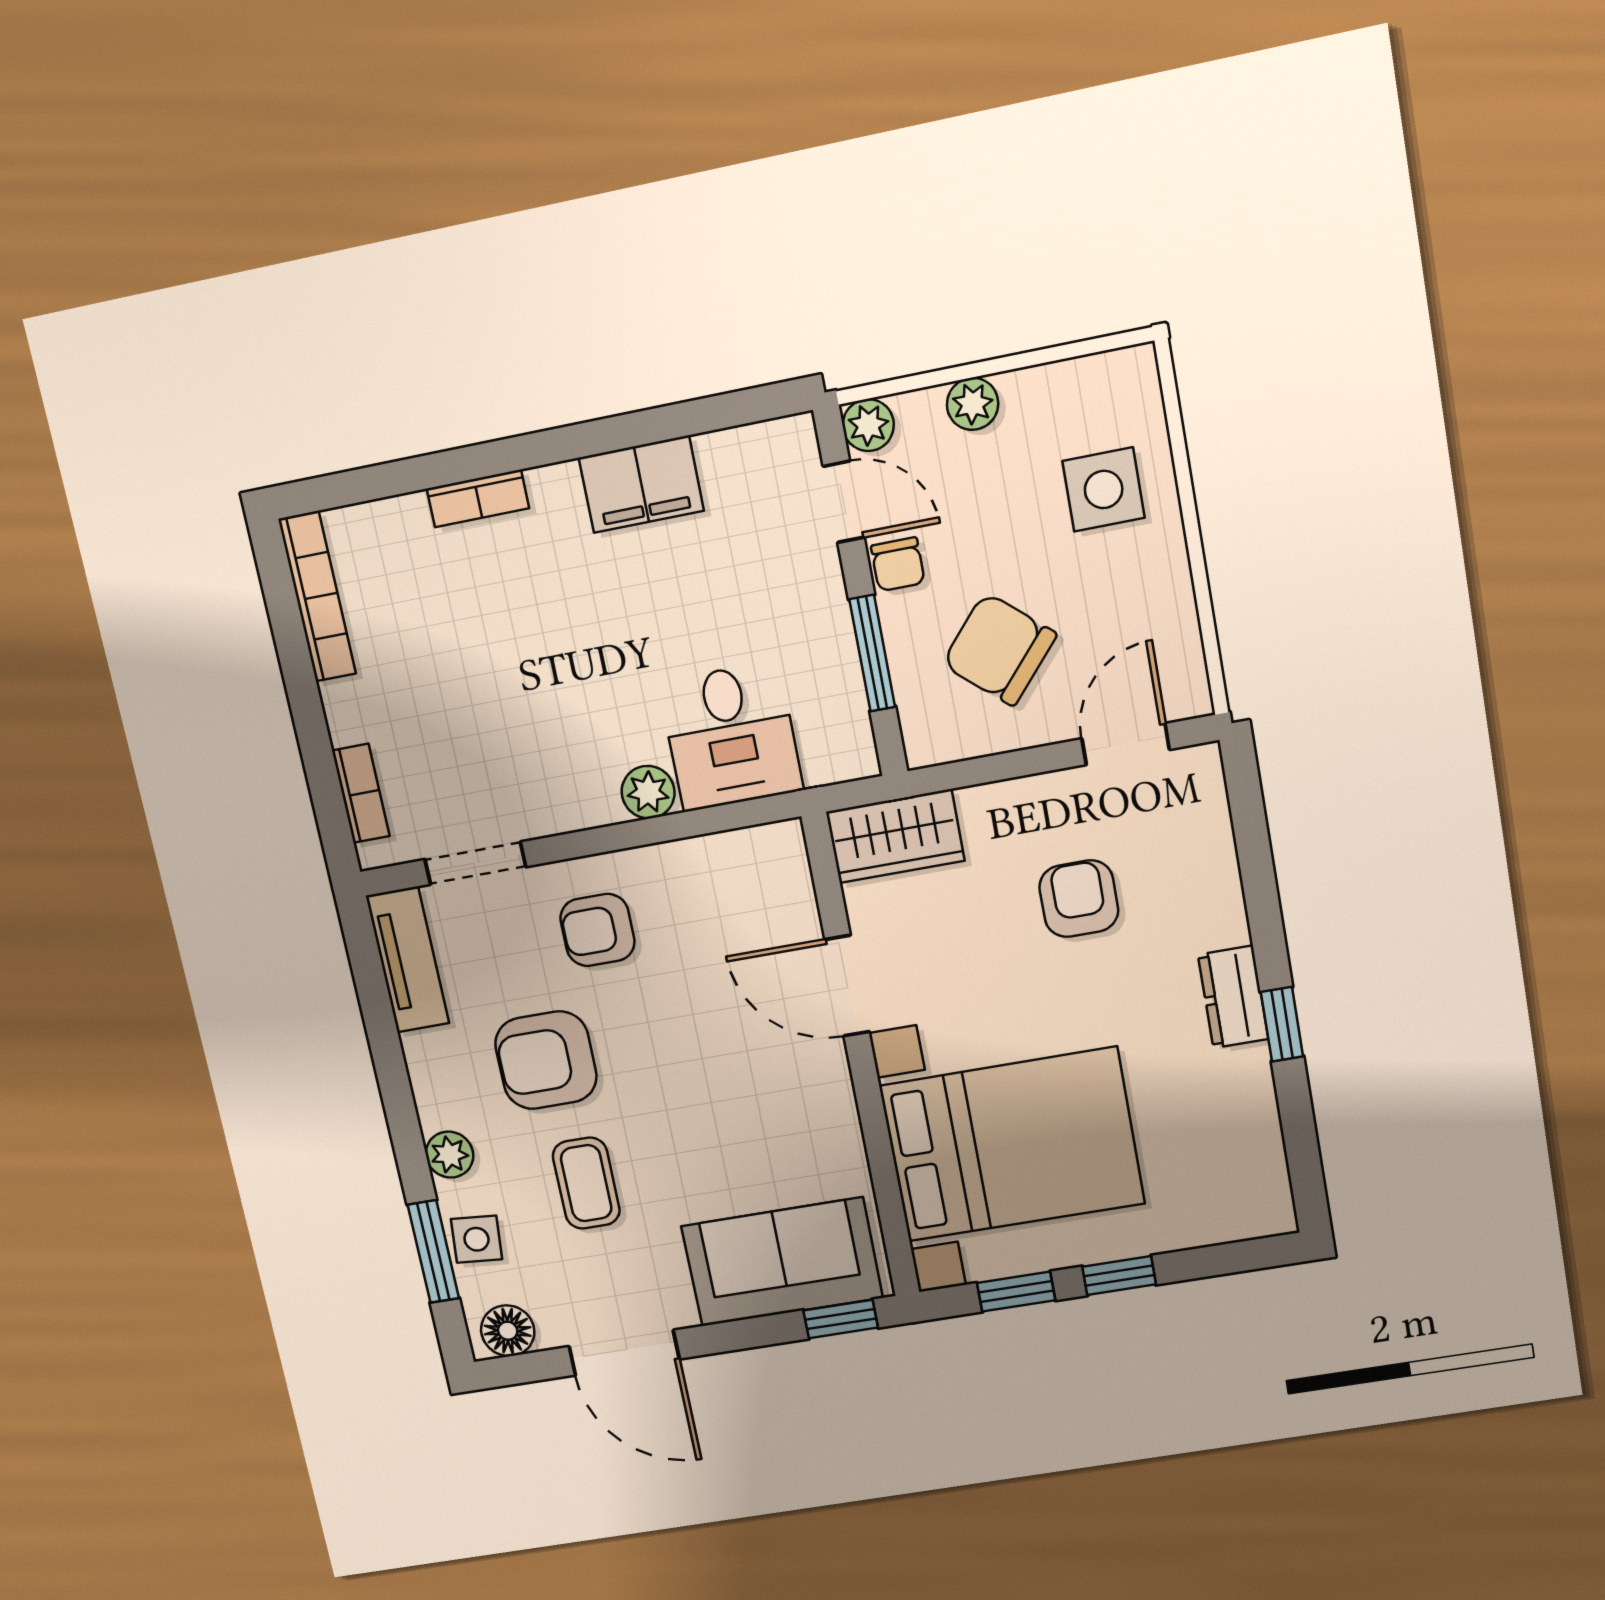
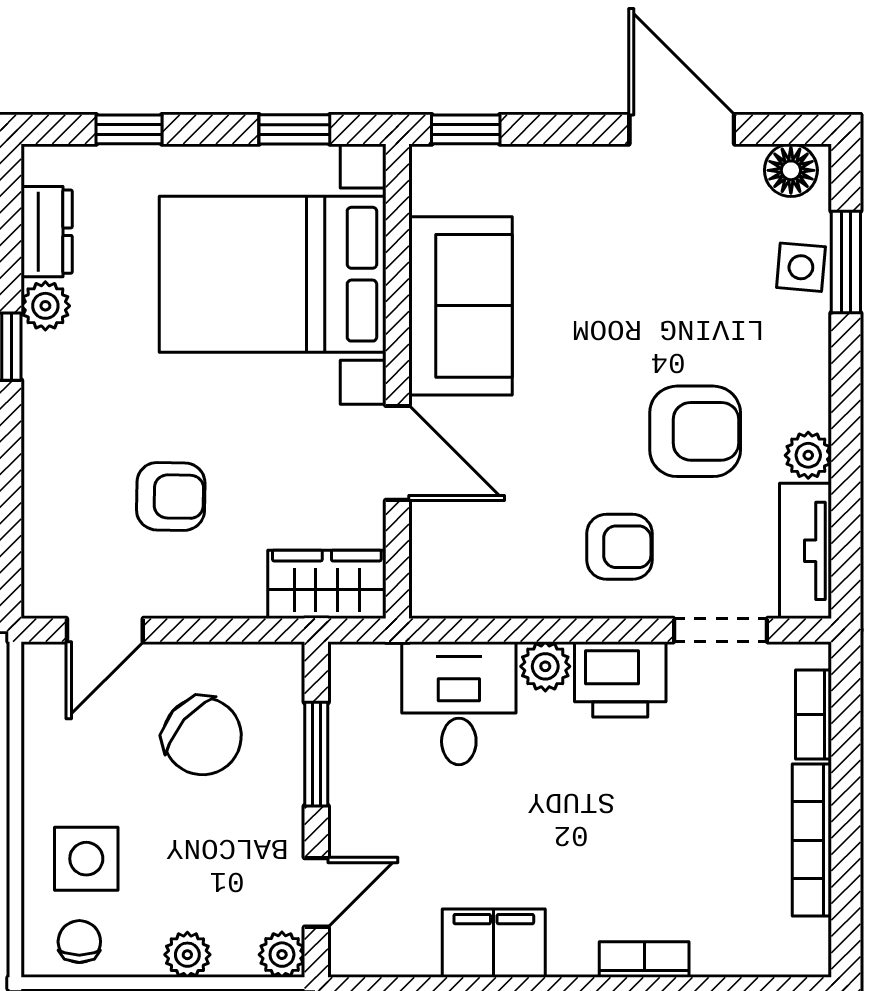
door: (844, 502) -> (316, 892), swing flipped
chair: (898, 564) -> (79, 942), moved
bookcase: (317, 597) -> (812, 840), moved
printer: (567, 793) -> (620, 679), added
armchair: (1079, 899) -> (171, 496), turned -89
dresser: (1233, 997) -> (47, 232), moved
plant: (1247, 1073) -> (45, 306), added
plant: (450, 1155) -> (808, 455), moved
coffee table: (586, 1183) -> (682, 305), removed
sofa: (782, 1262) -> (461, 306), moved, turned -90
window: (1119, 1276) -> (129, 129), moved

